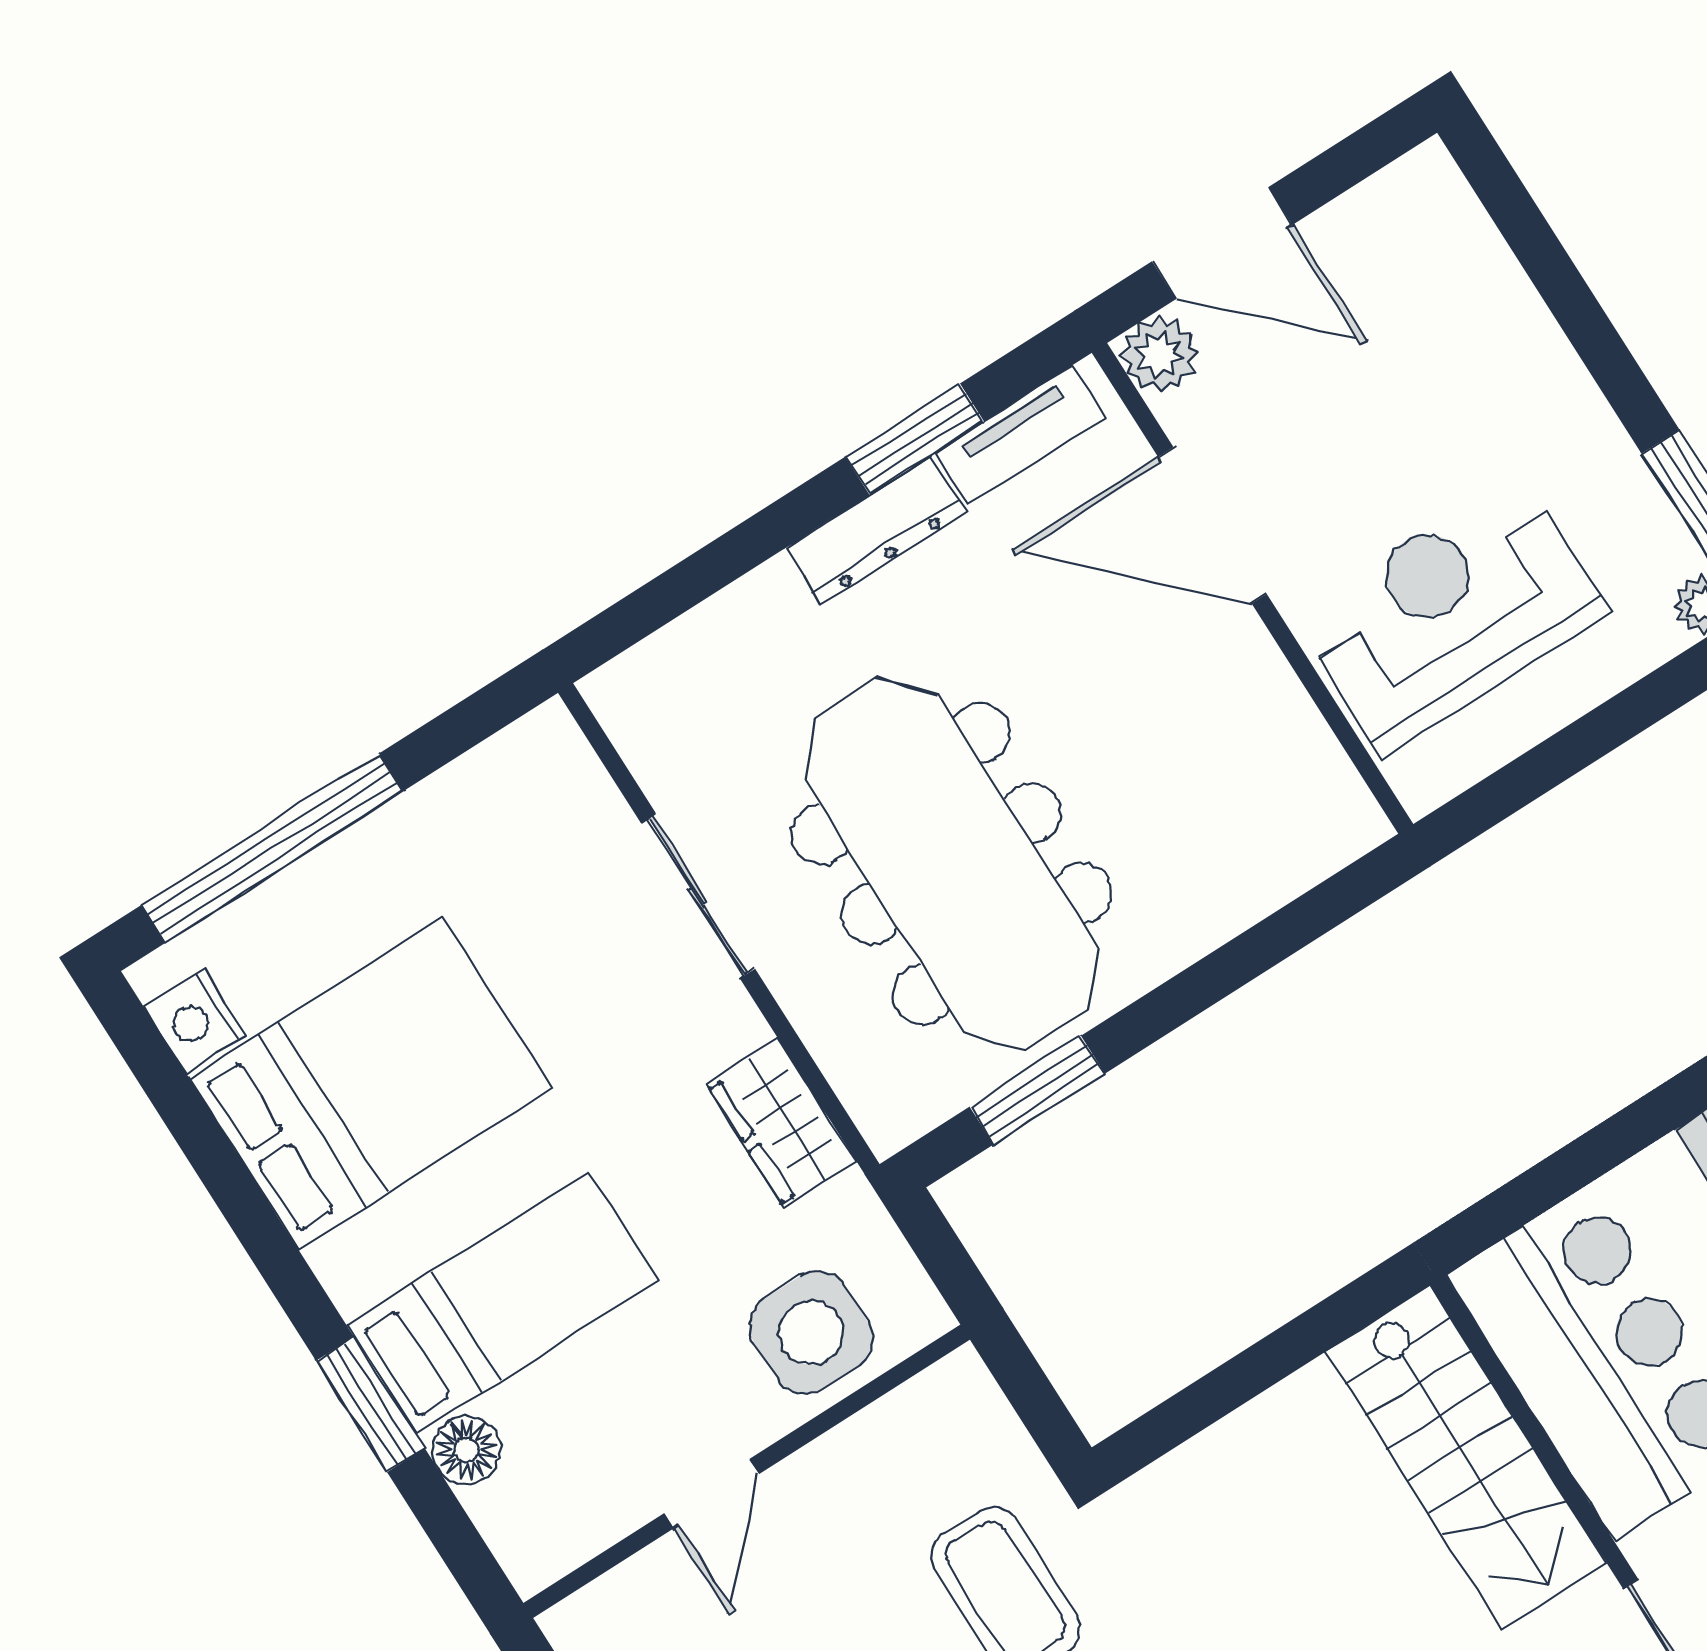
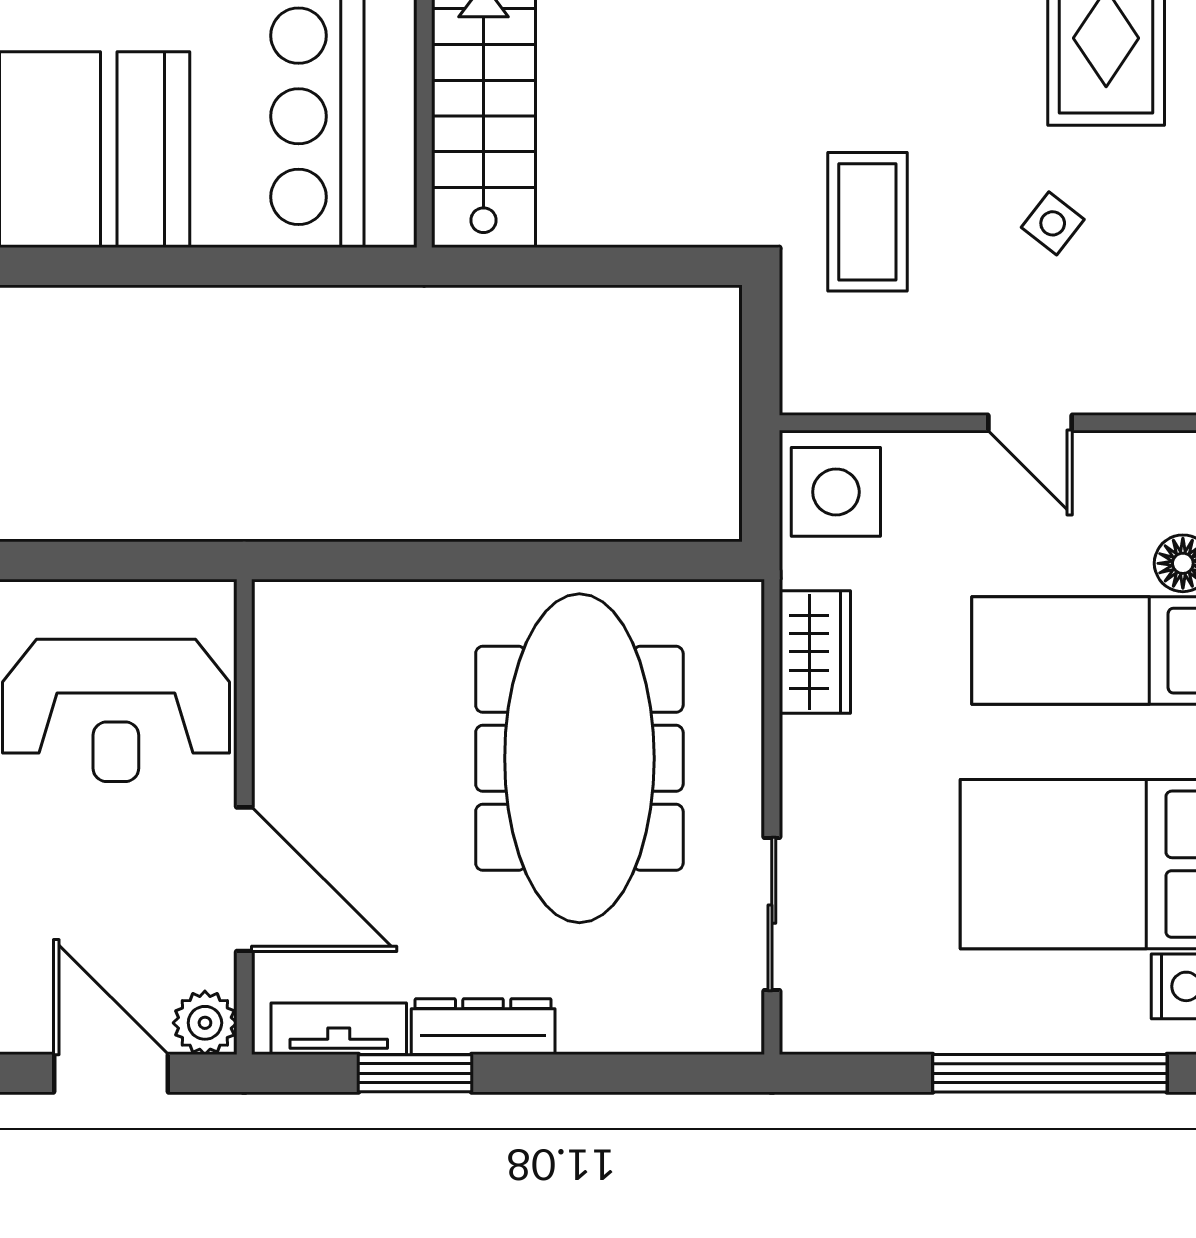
sliding door: (698, 896) -> (772, 914), moved
window: (1037, 1090) -> (620, 561), removed
side table: (811, 1332) -> (836, 492), moved
door: (712, 1494) -> (1030, 423), swing flipped

